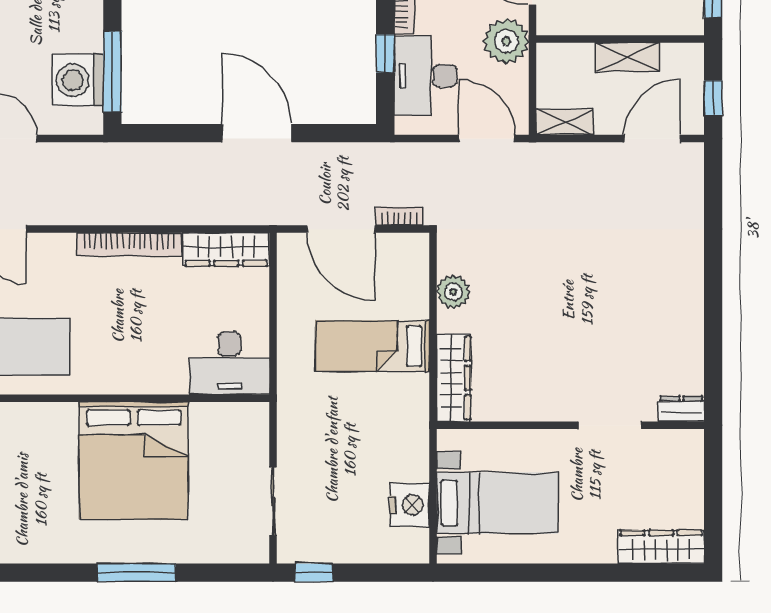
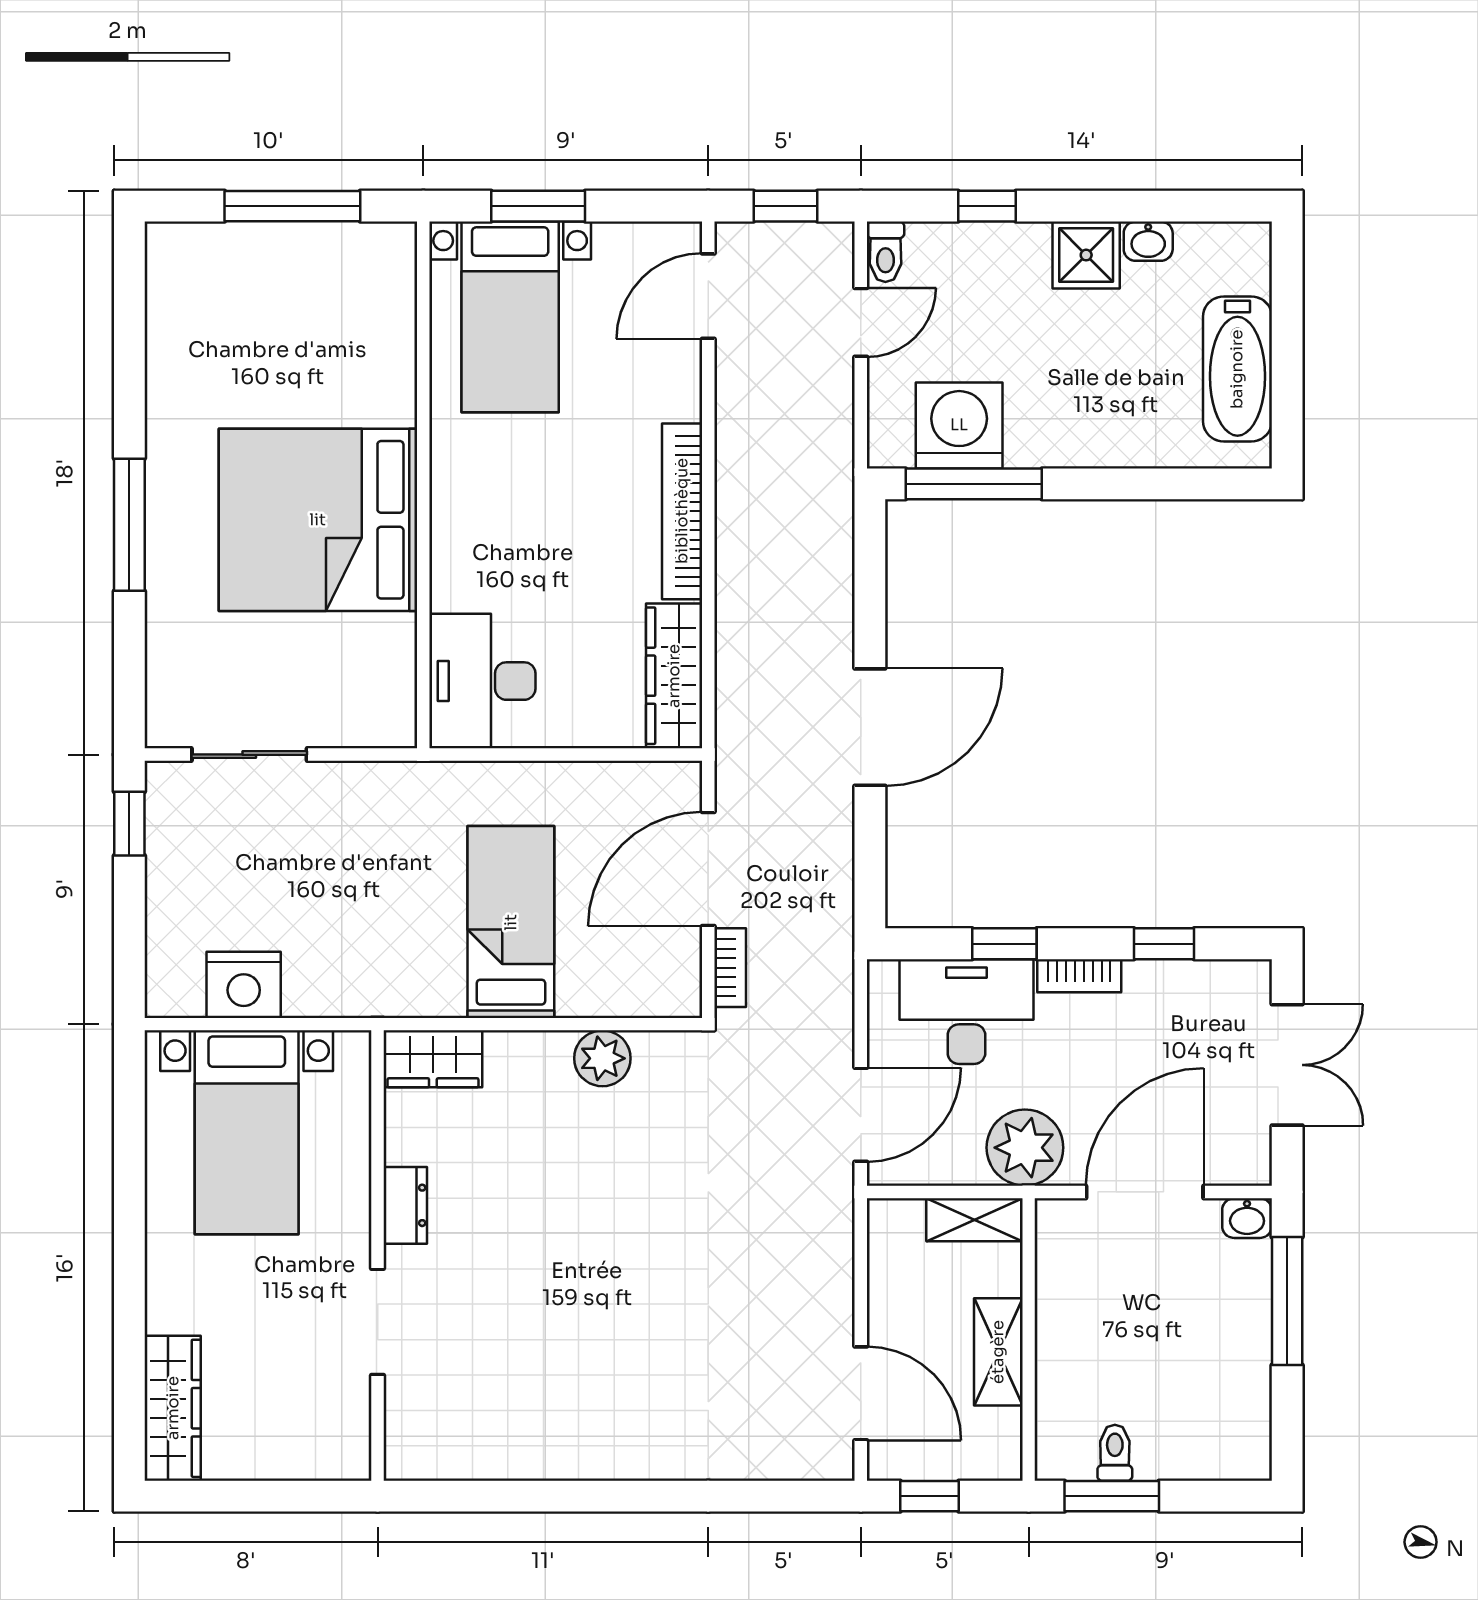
shelving: (565, 122) -> (975, 1220), moved, turned 90
wardrobe: (454, 378) -> (433, 1059), width x0.67
dresser: (681, 409) -> (405, 1205), moved

